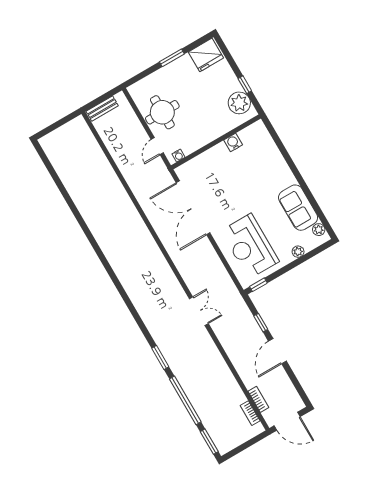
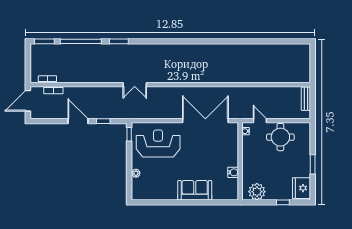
window: (245, 85) -> (283, 202), moved
sofa: (298, 208) -> (195, 190), moved
plant: (319, 230) -> (143, 195), removed

